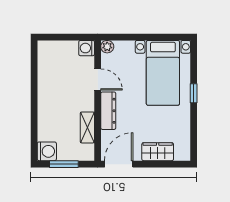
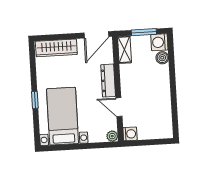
shelving: (87, 127) -> (125, 50), moved
boiler: (45, 133) -> (162, 58), added
wardrobe: (158, 152) -> (56, 48), width x1.50

